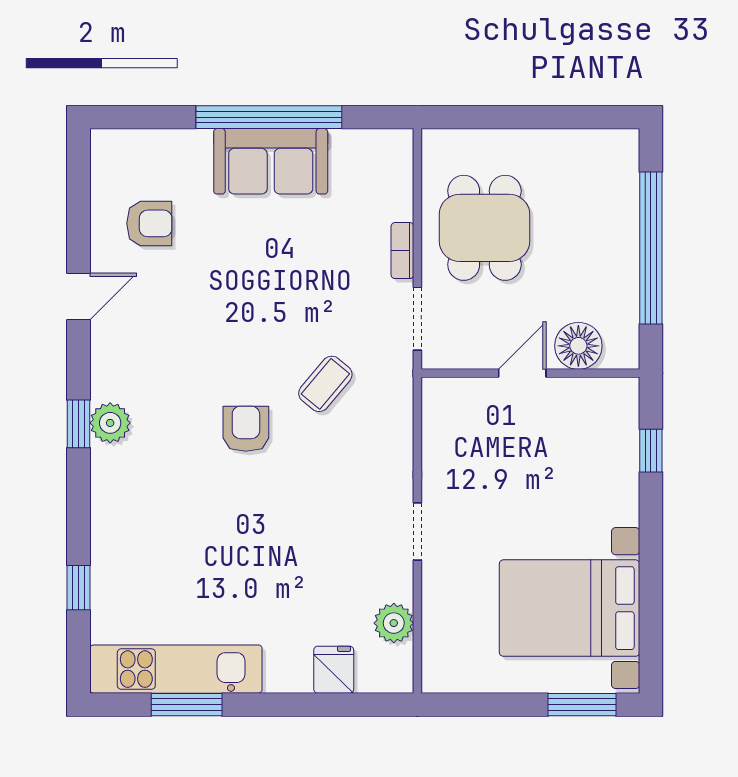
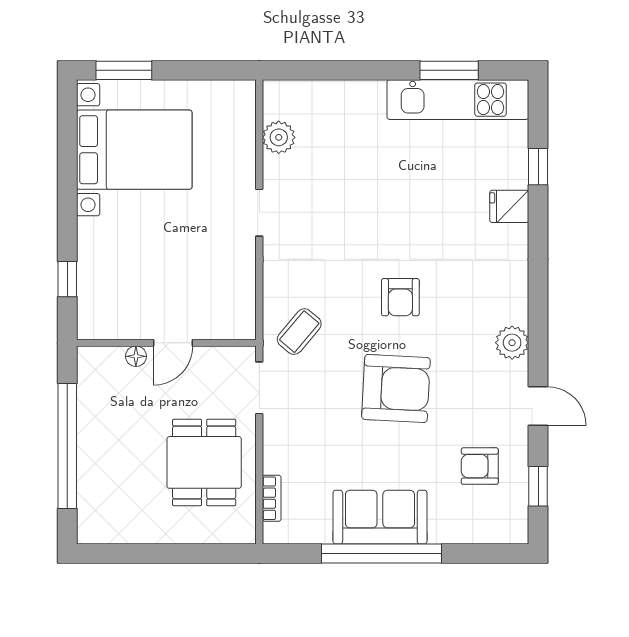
bookcase: (402, 251) -> (272, 498), moved
door: (79, 297) -> (538, 406), swing flipped
armchair: (251, 318) -> (396, 389), added
floor lamp: (578, 346) -> (136, 356), width x0.53, depth x0.53
coffee table: (325, 384) -> (299, 332), moved
plant: (110, 423) -> (512, 343), moved
window: (79, 424) -> (538, 486), moved
fridge: (334, 670) -> (509, 206), moved, turned 90

